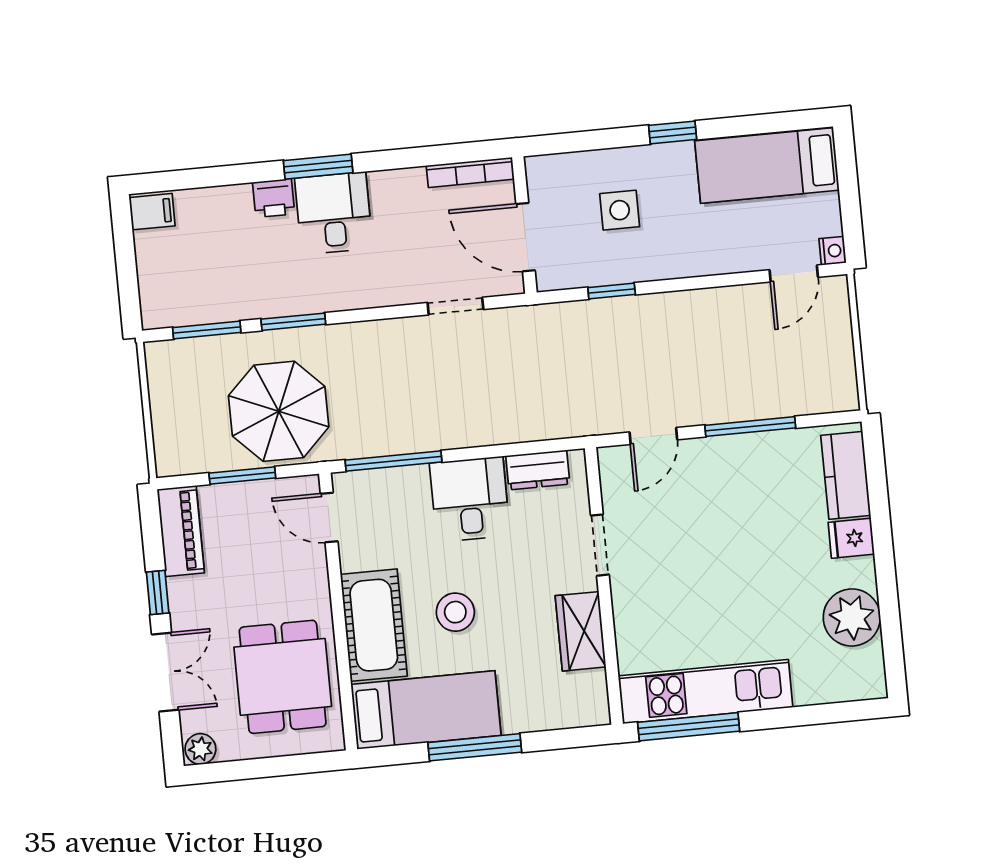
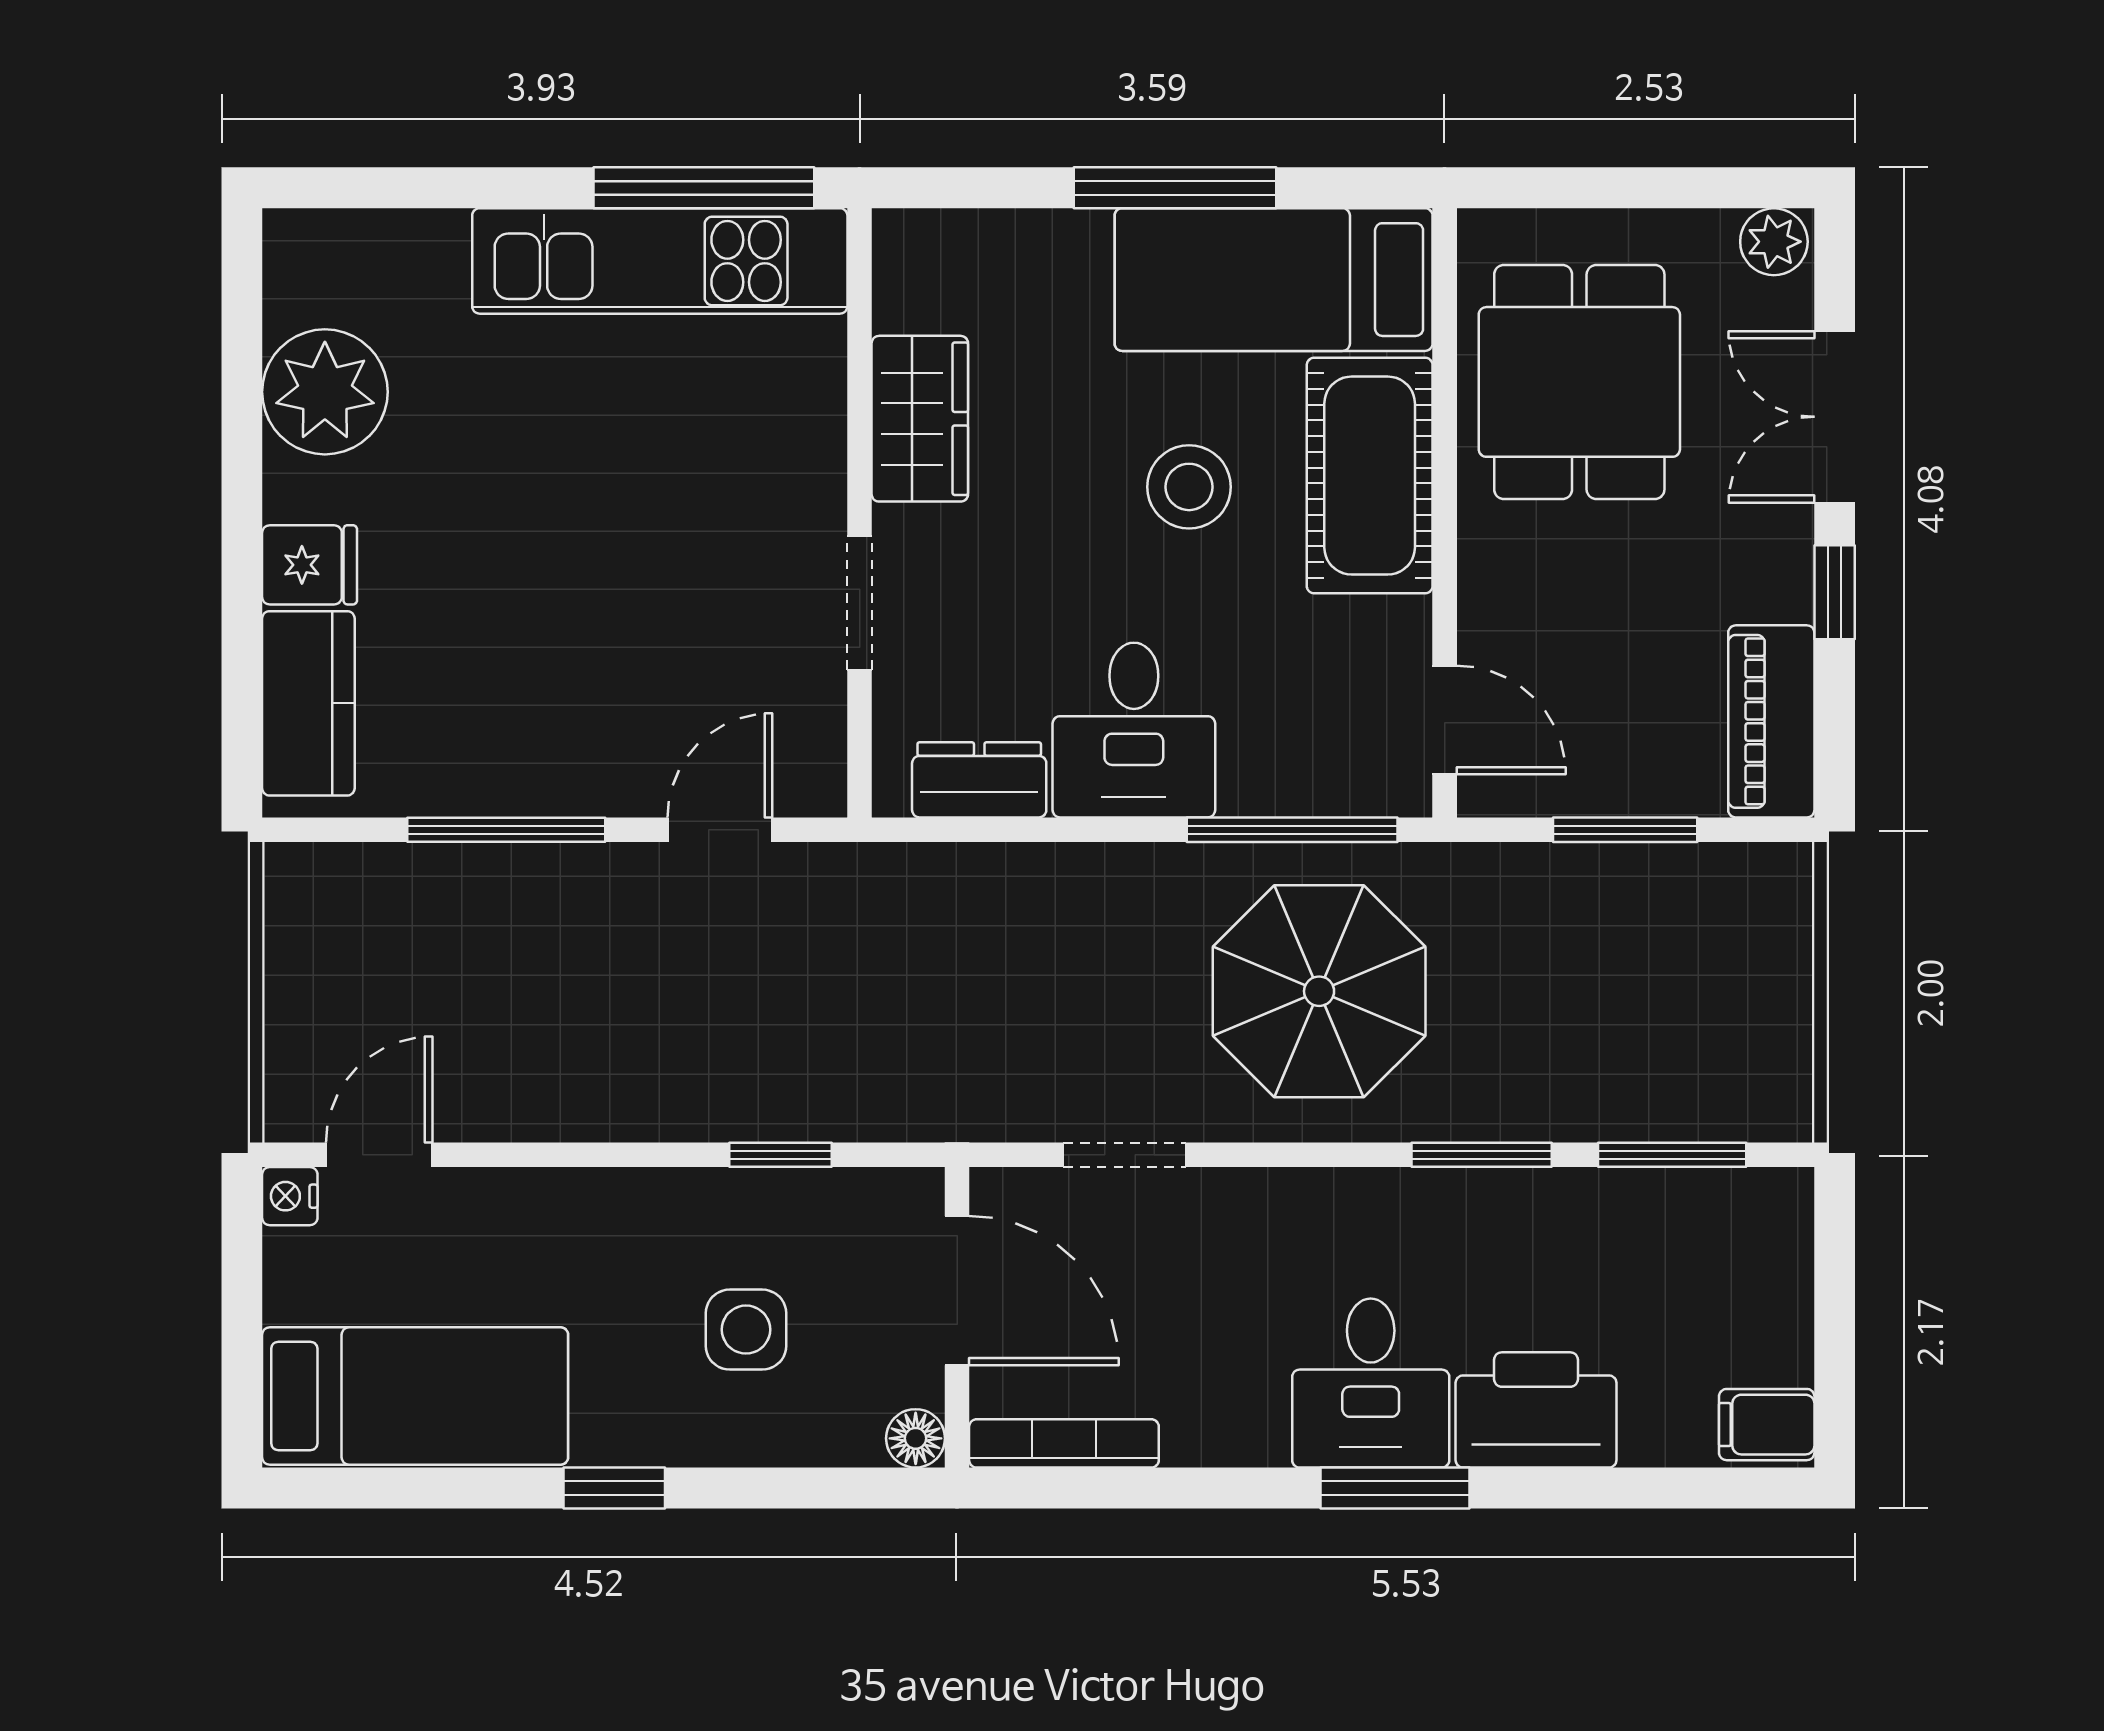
floor lamp: (538, 168) -> (916, 1438), added
printer: (274, 198) -> (1536, 1410), width x1.87, depth x1.48
parasol: (279, 411) -> (1319, 991), moved

